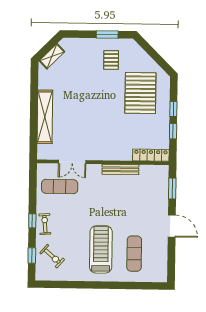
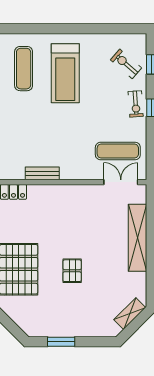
pallet: (111, 60) -> (72, 271), moved
double door: (72, 162) -> (121, 182), moved
bench: (120, 169) -> (42, 173), width x0.73

